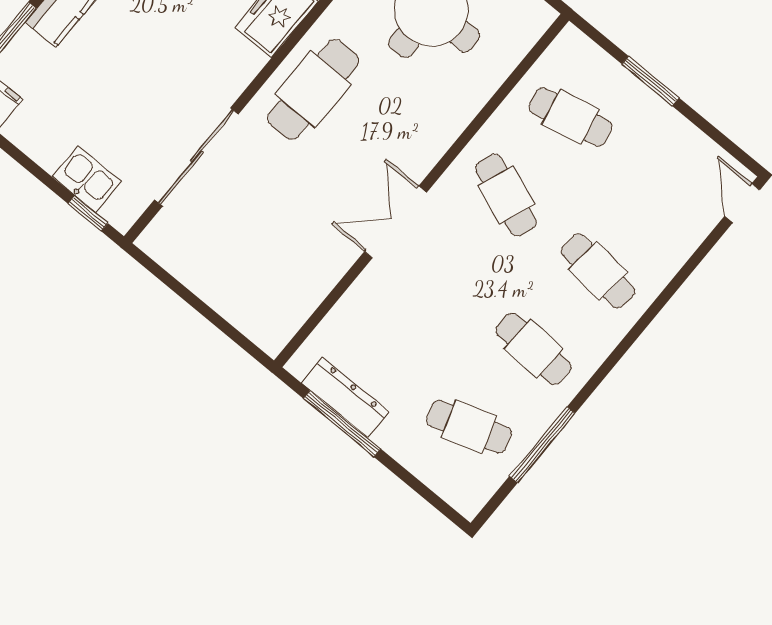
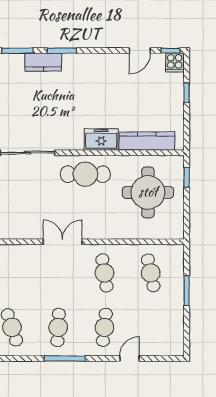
cafe table: (506, 195) -> (104, 273), turned -30
door: (742, 203) -> (130, 358), moved
window: (542, 445) -> (65, 358), moved

